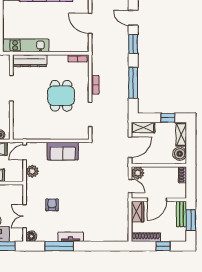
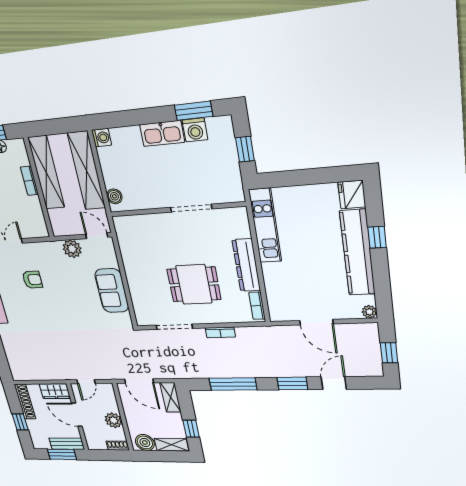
door: (90, 23) -> (316, 322), swing flipped
dresser: (30, 61) -> (246, 265), moved
plant: (138, 173) -> (114, 420), moved

